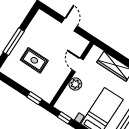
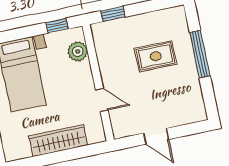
plant: (75, 84) -> (78, 51), moved

